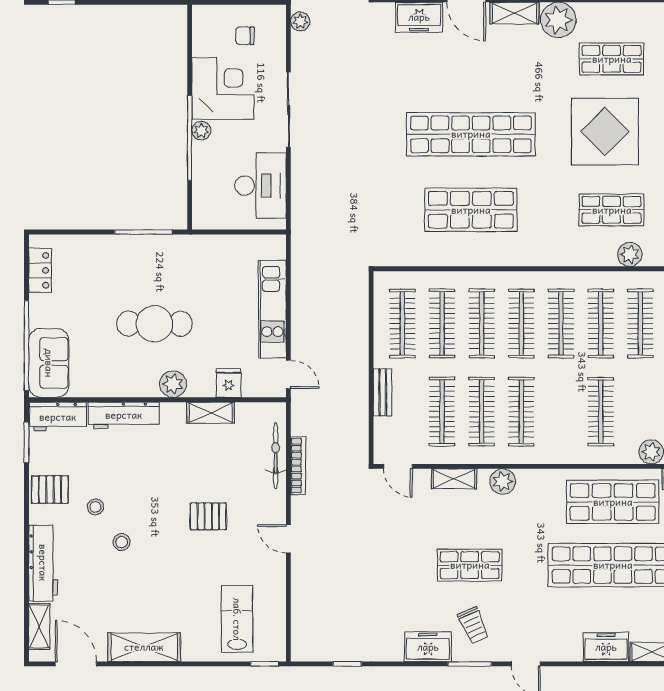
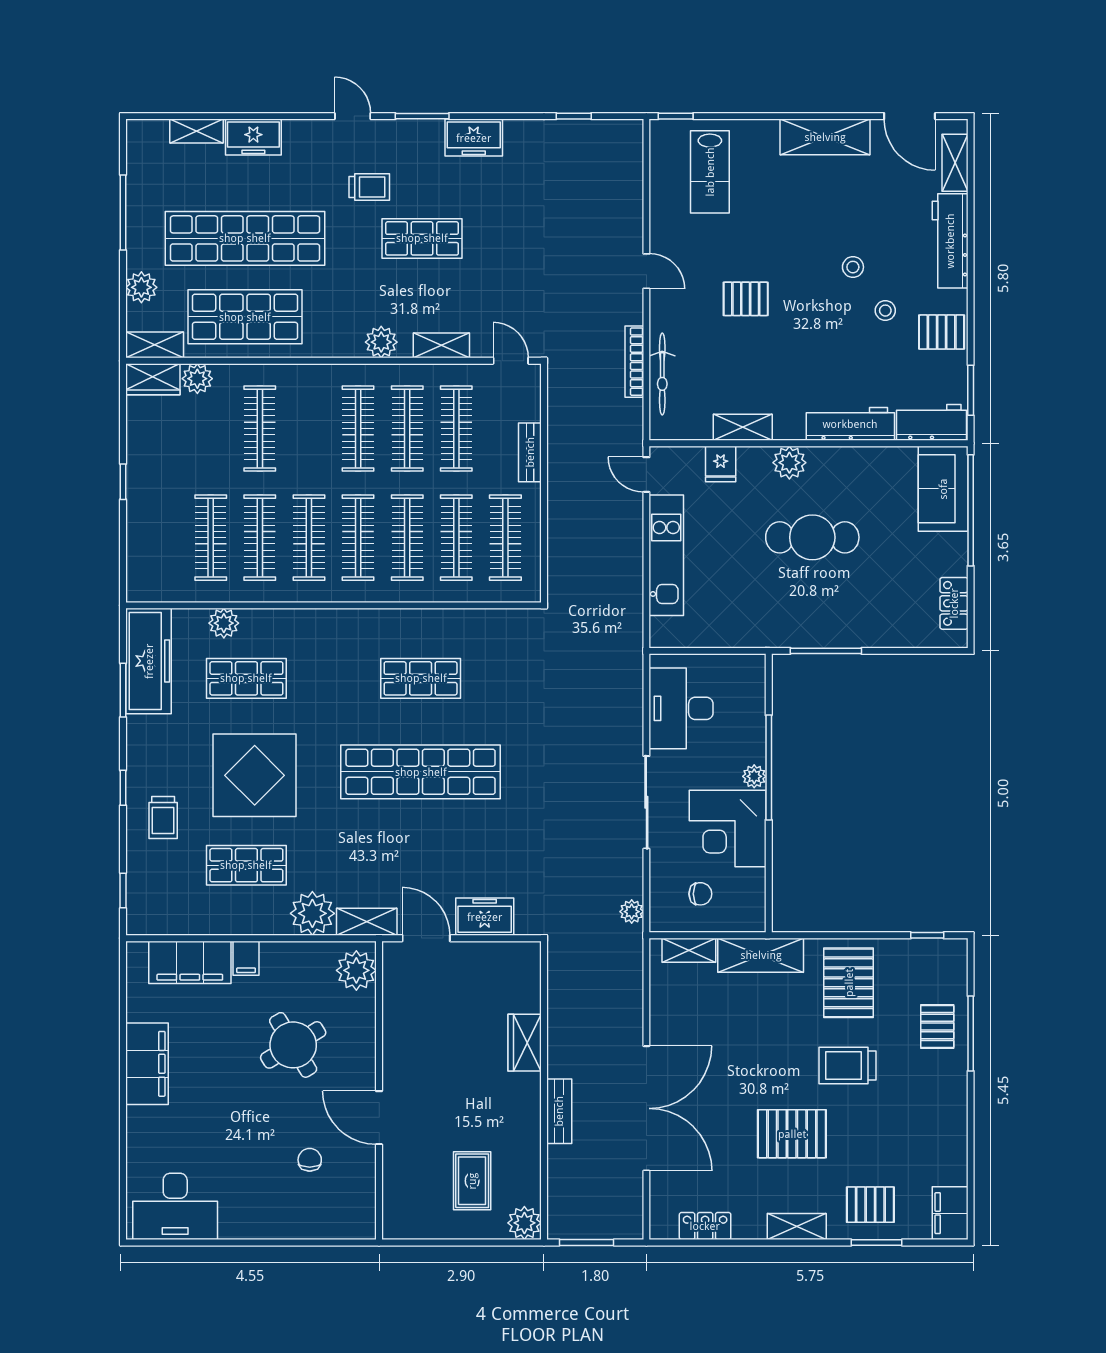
shop shelf: (471, 210) -> (421, 678), width x0.70, depth x0.74
trolley: (473, 625) -> (369, 187), moved, turned 114

